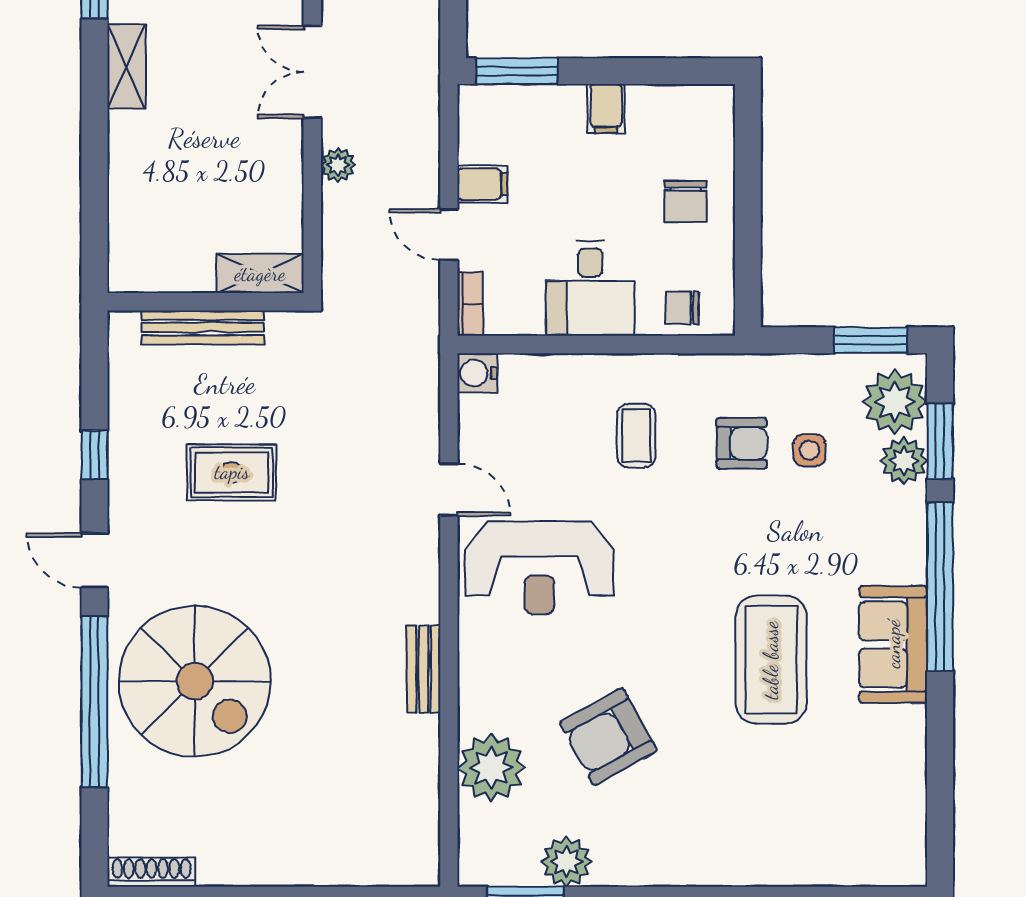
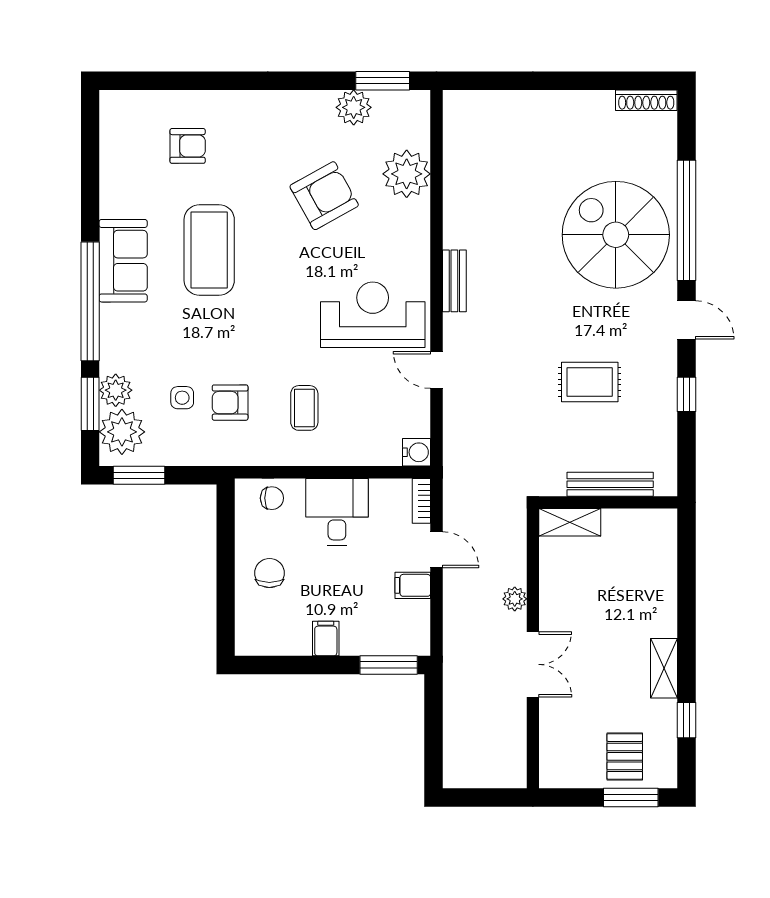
bench: (424, 669) -> (454, 281), moved
armchair: (802, 807) -> (188, 146), added

